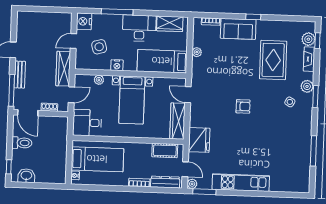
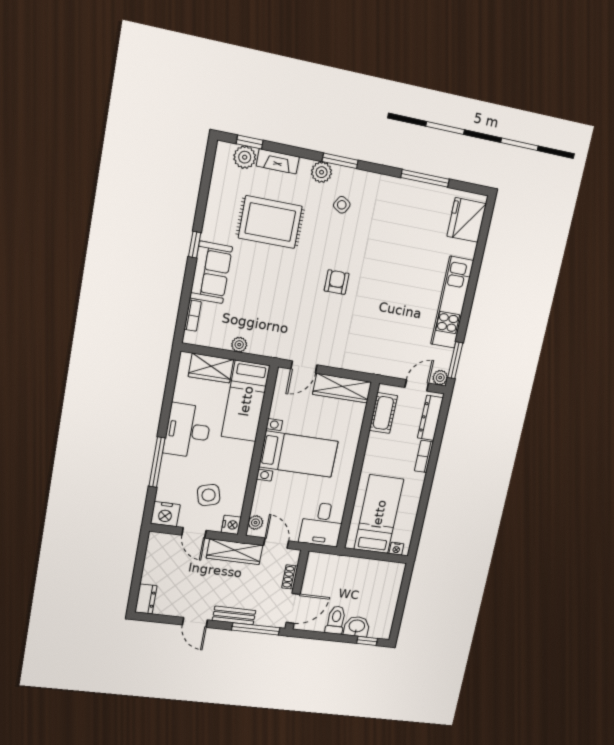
dresser: (27, 16) -> (146, 599), added
wardrobe: (170, 24) -> (211, 368), moved, turned 90
nightstand: (117, 65) -> (231, 525), moved
plant: (99, 80) -> (255, 523), moved
fridge: (199, 140) -> (467, 220), moved, turned -90
washbasin: (26, 176) -> (357, 627), moved, turned 90

